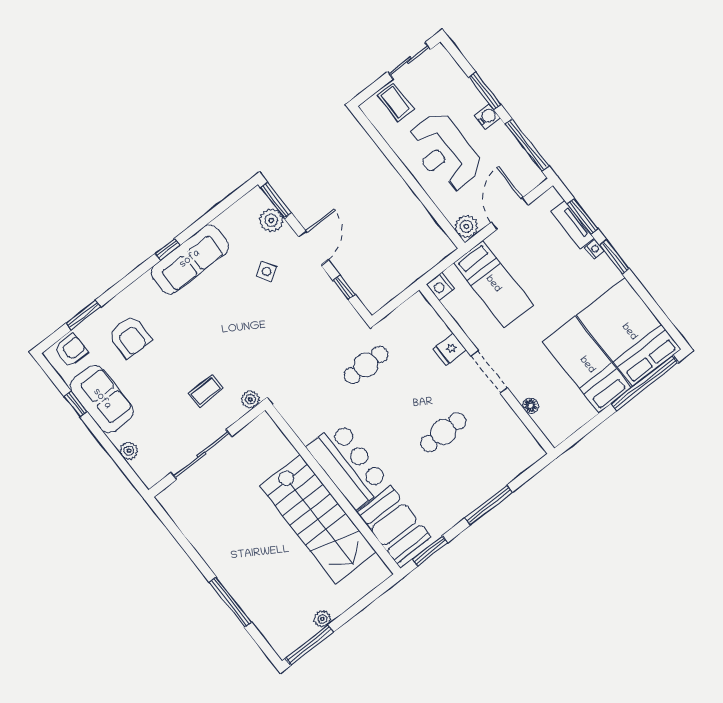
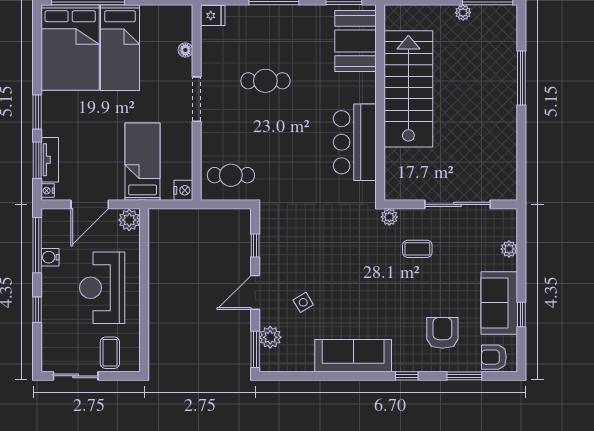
window: (485, 91) -> (37, 310), width x0.67
water cooler: (487, 117) -> (50, 257), moved
reception desk: (445, 152) -> (102, 288), turned 180
window: (167, 249) -> (407, 376), moved
nightstand: (594, 249) -> (48, 191), moved
fridge: (450, 349) -> (213, 16), moved
cafe table: (366, 365) -> (231, 175), moved
bar counter: (348, 465) -> (355, 142), moved

